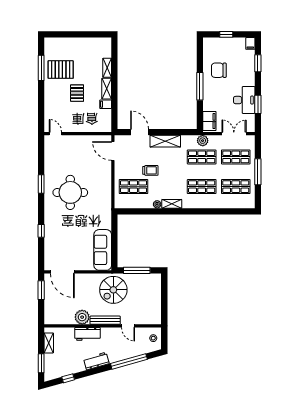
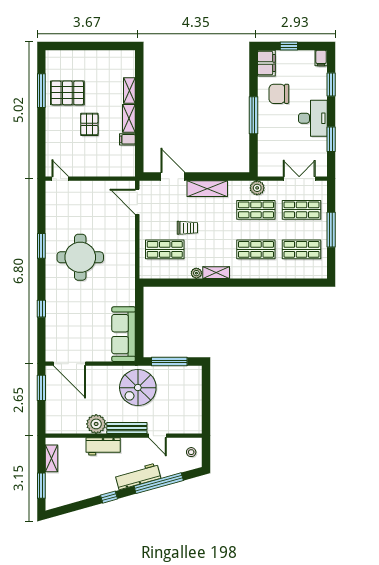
desk: (244, 100) -> (313, 118), moved
filing cabinet: (209, 121) -> (266, 63), moved
workbench: (96, 361) -> (138, 476), moved, width x1.37
window: (68, 378) -> (109, 497), moved

